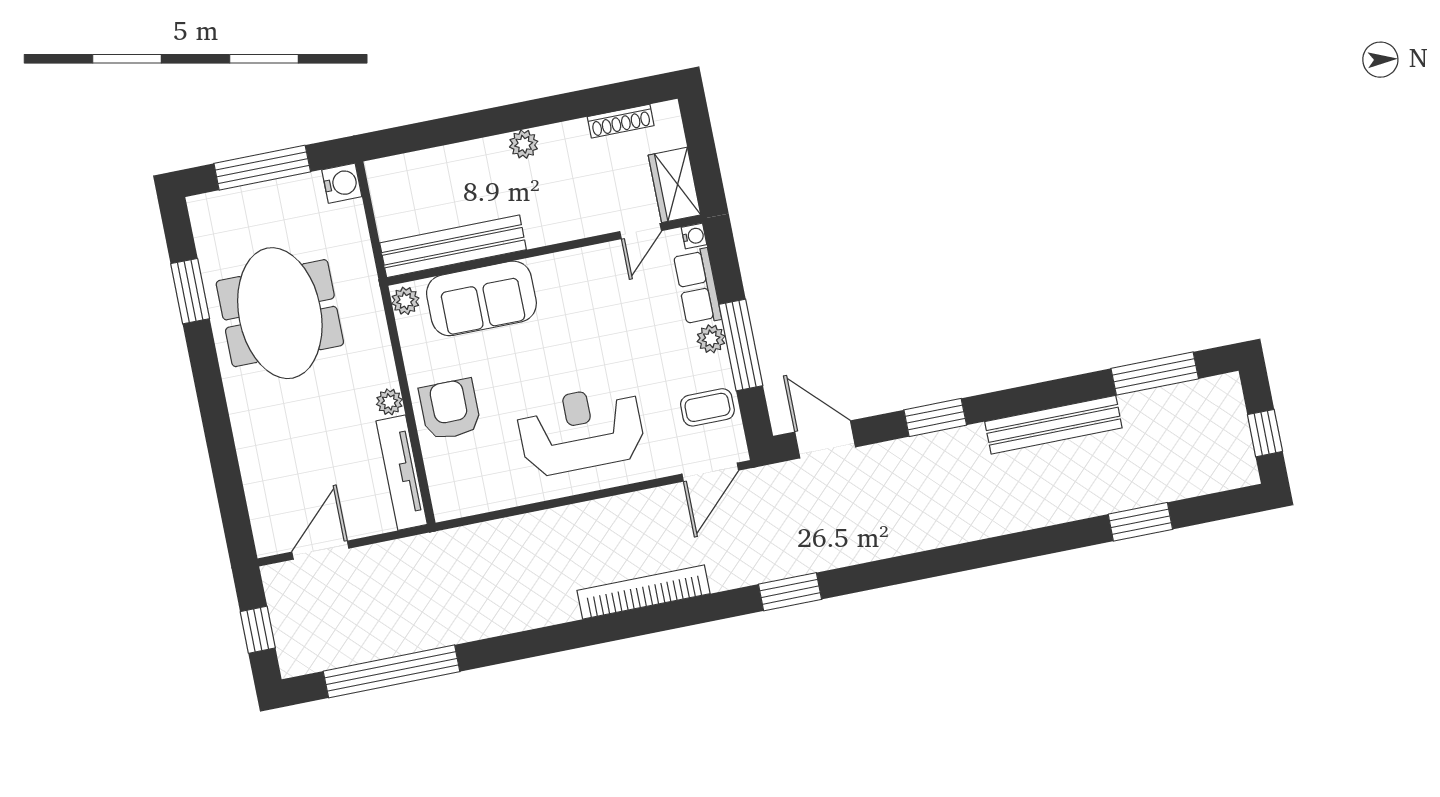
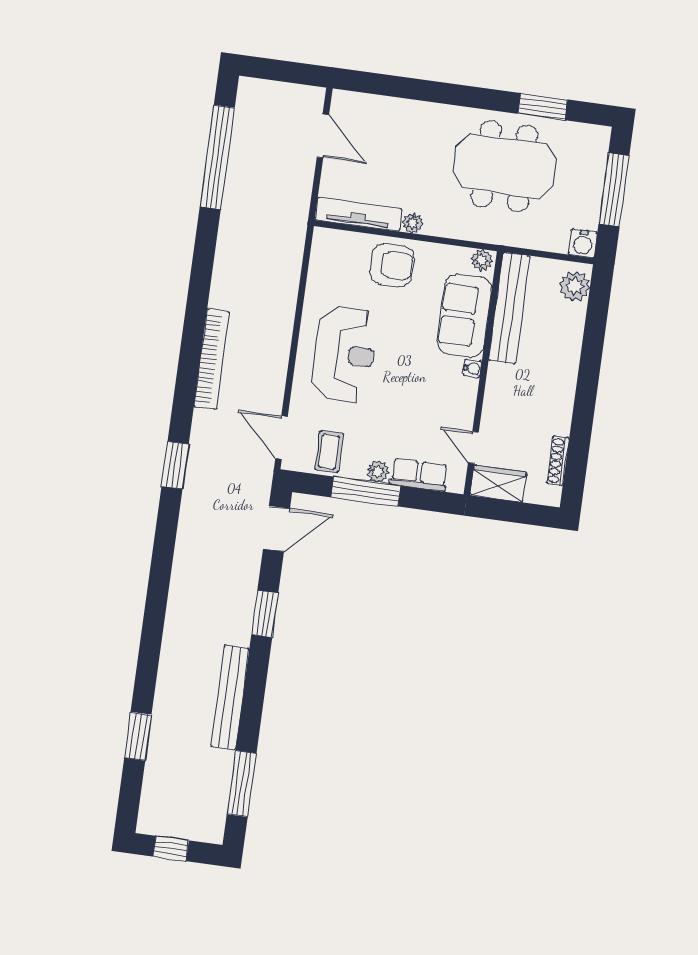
plant: (524, 144) -> (575, 286), moved, width x1.38, depth x1.38
water cooler: (694, 236) -> (473, 368), moved, turned -90
window: (258, 630) -> (281, 71), removed

